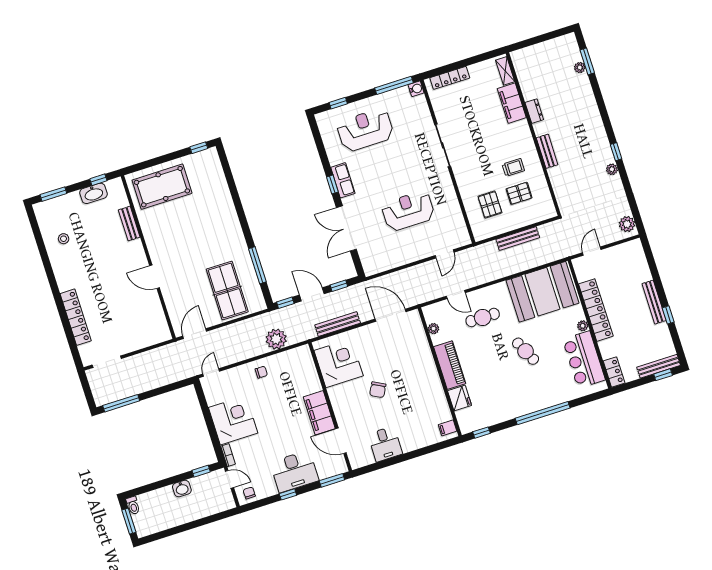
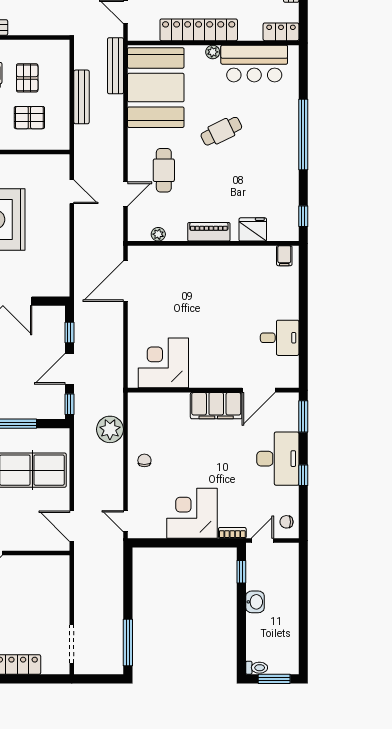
bench: (338, 324) -> (115, 66), moved
piano: (450, 365) -> (209, 232), width x0.73, depth x0.75
chair: (378, 390) -> (211, 326), removed

